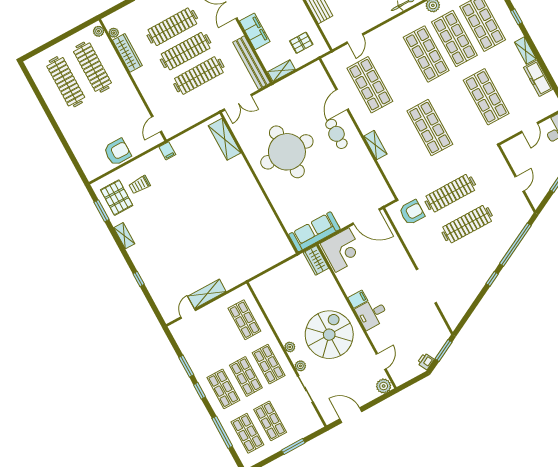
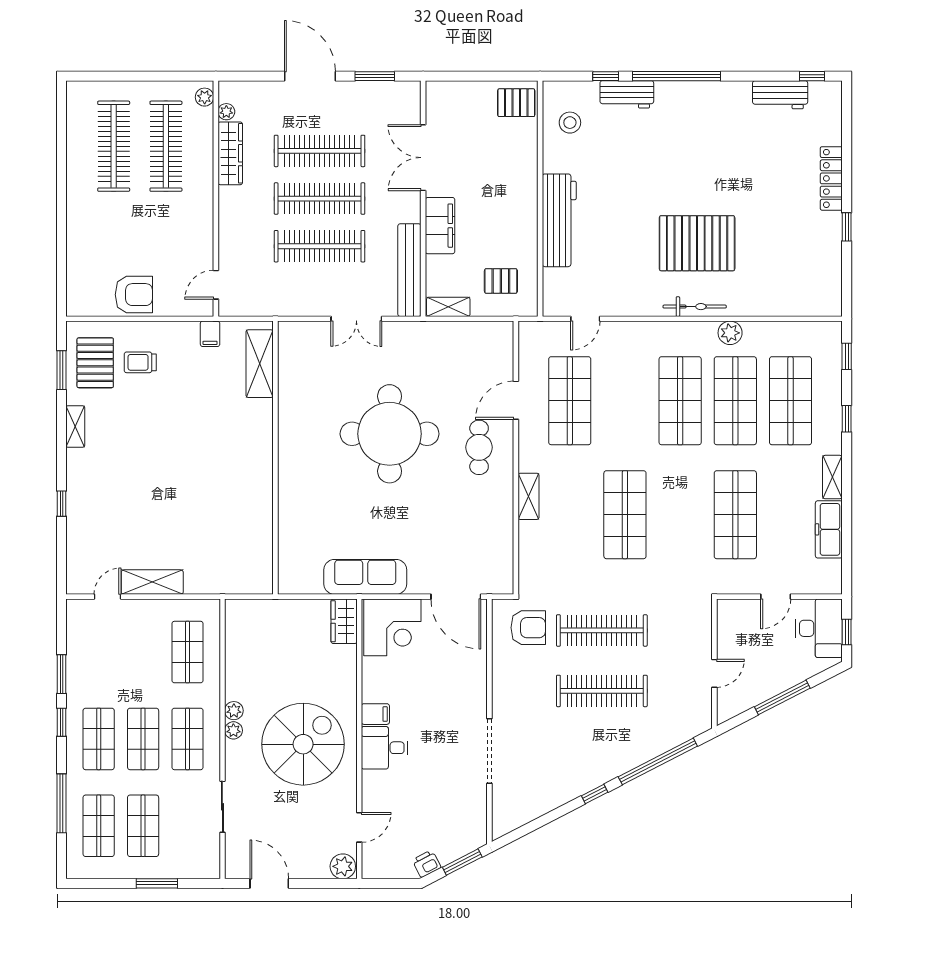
shelving: (225, 139) -> (260, 364), moved
wall: (259, 183) -> (275, 458), moved
plant: (300, 366) -> (234, 711), moved

